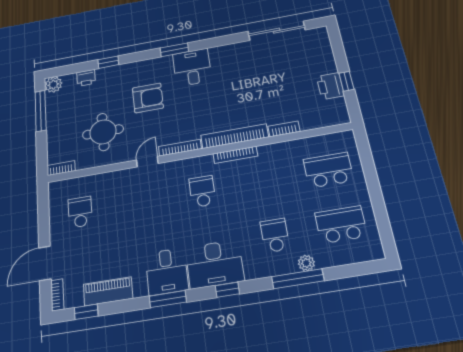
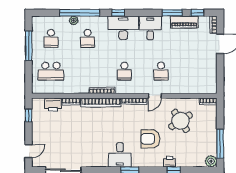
door: (337, 46) -> (29, 151), added
printer: (86, 78) -> (170, 162), moved
window: (346, 81) -> (29, 115), moved
printer: (330, 86) -> (53, 105), moved, turned 90
round table: (103, 132) -> (180, 121), turned -33
window: (379, 205) -> (29, 46), added
school desk: (80, 212) -> (161, 71), moved
school desk: (341, 225) -> (51, 38), width x0.54
window: (298, 279) -> (80, 13), width x1.46
window: (168, 299) -> (172, 13), moved

